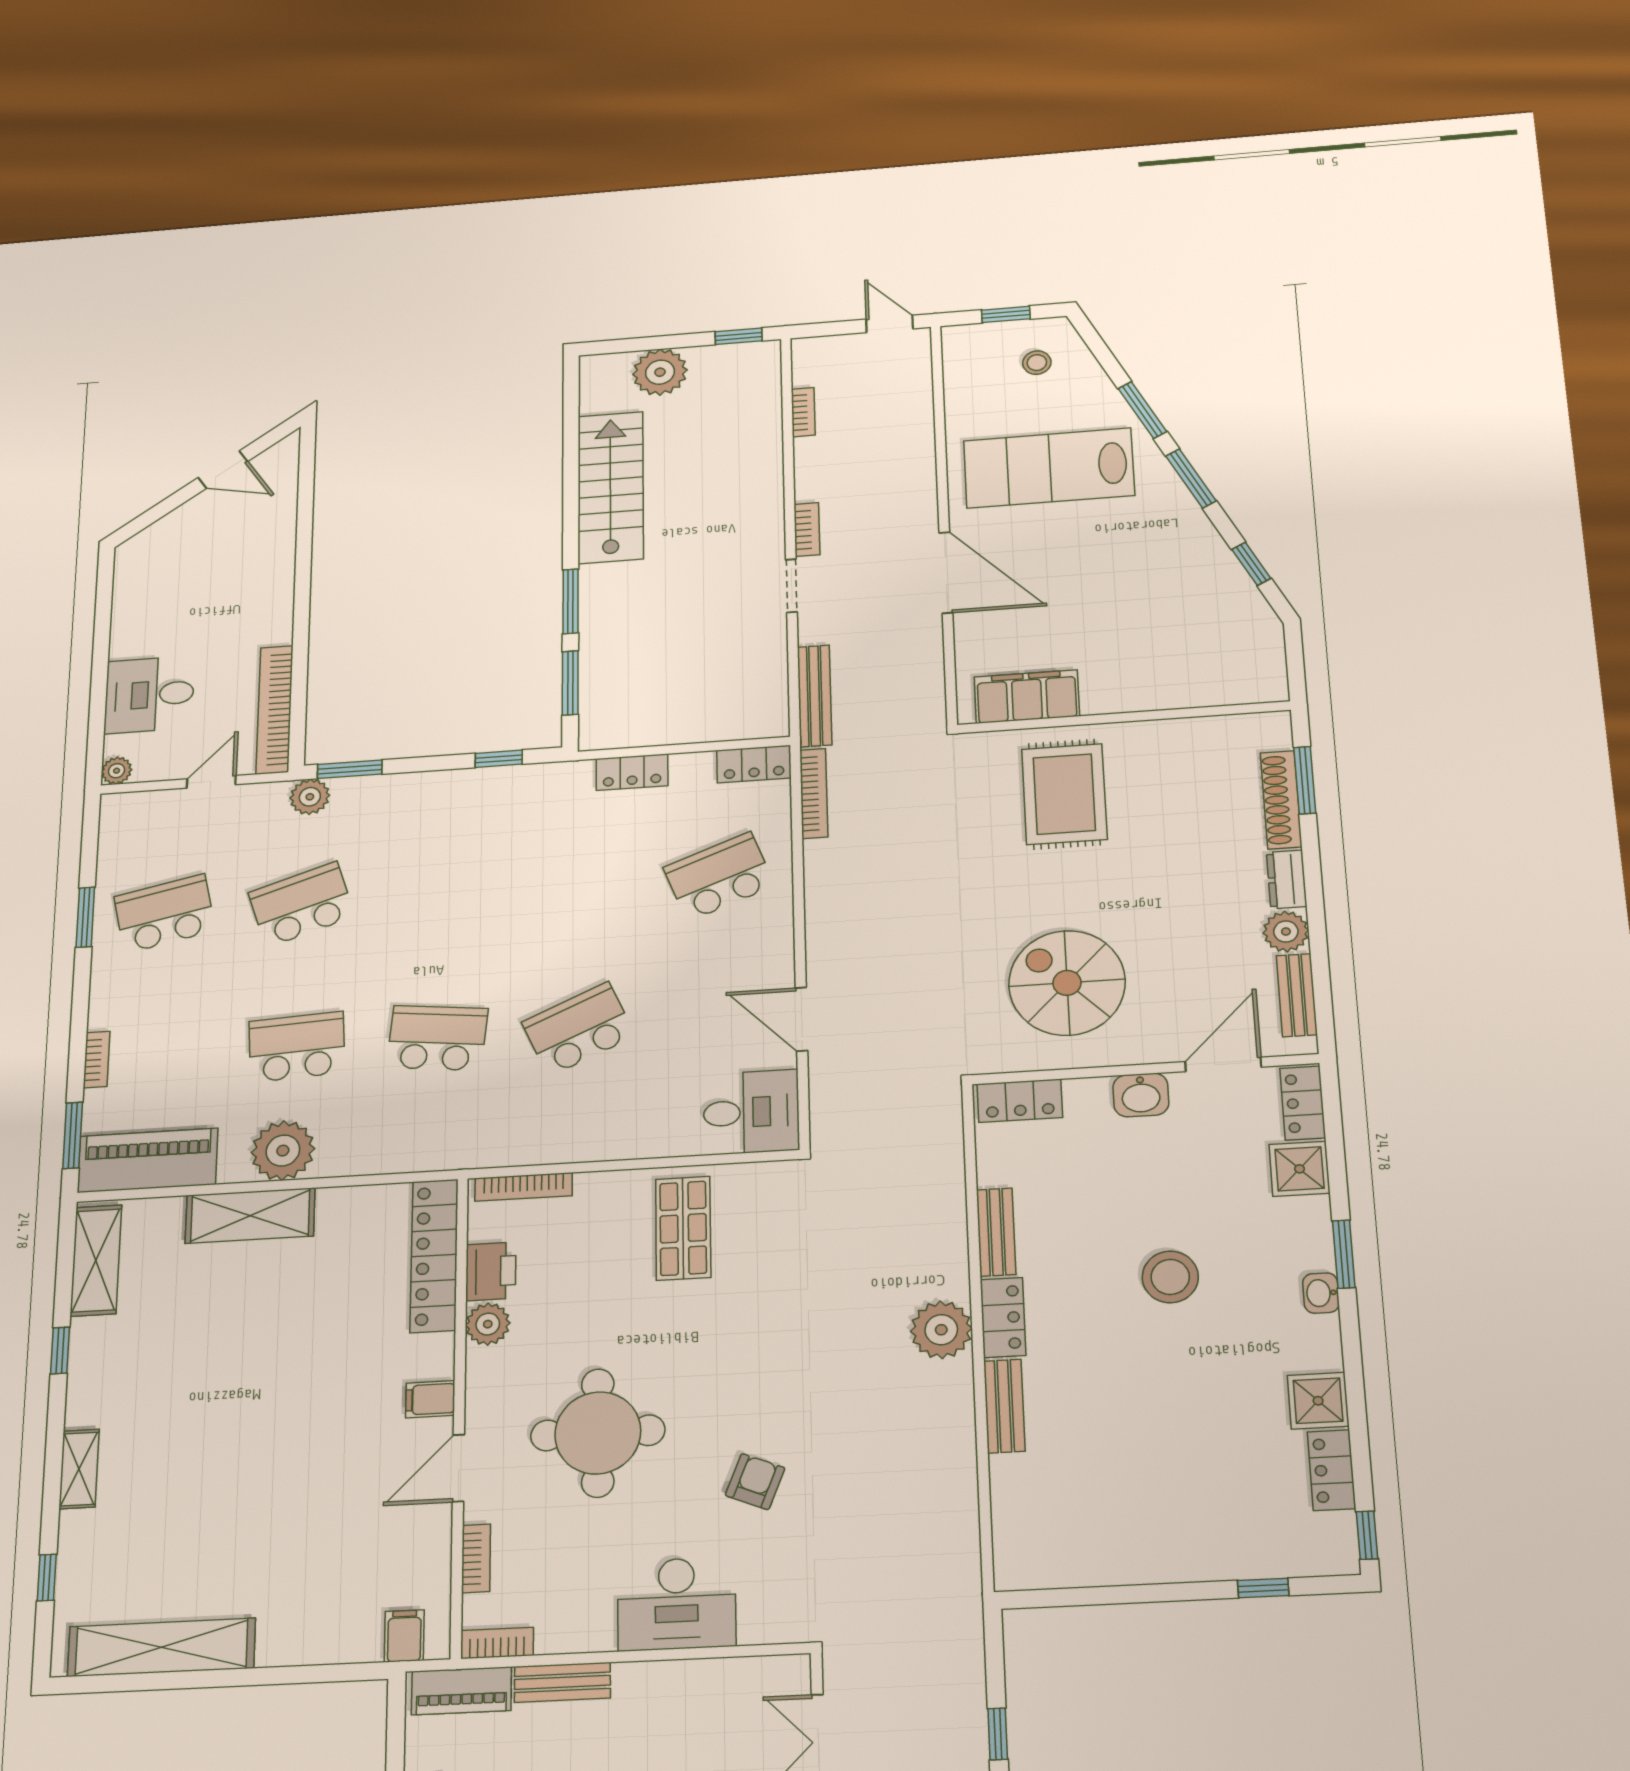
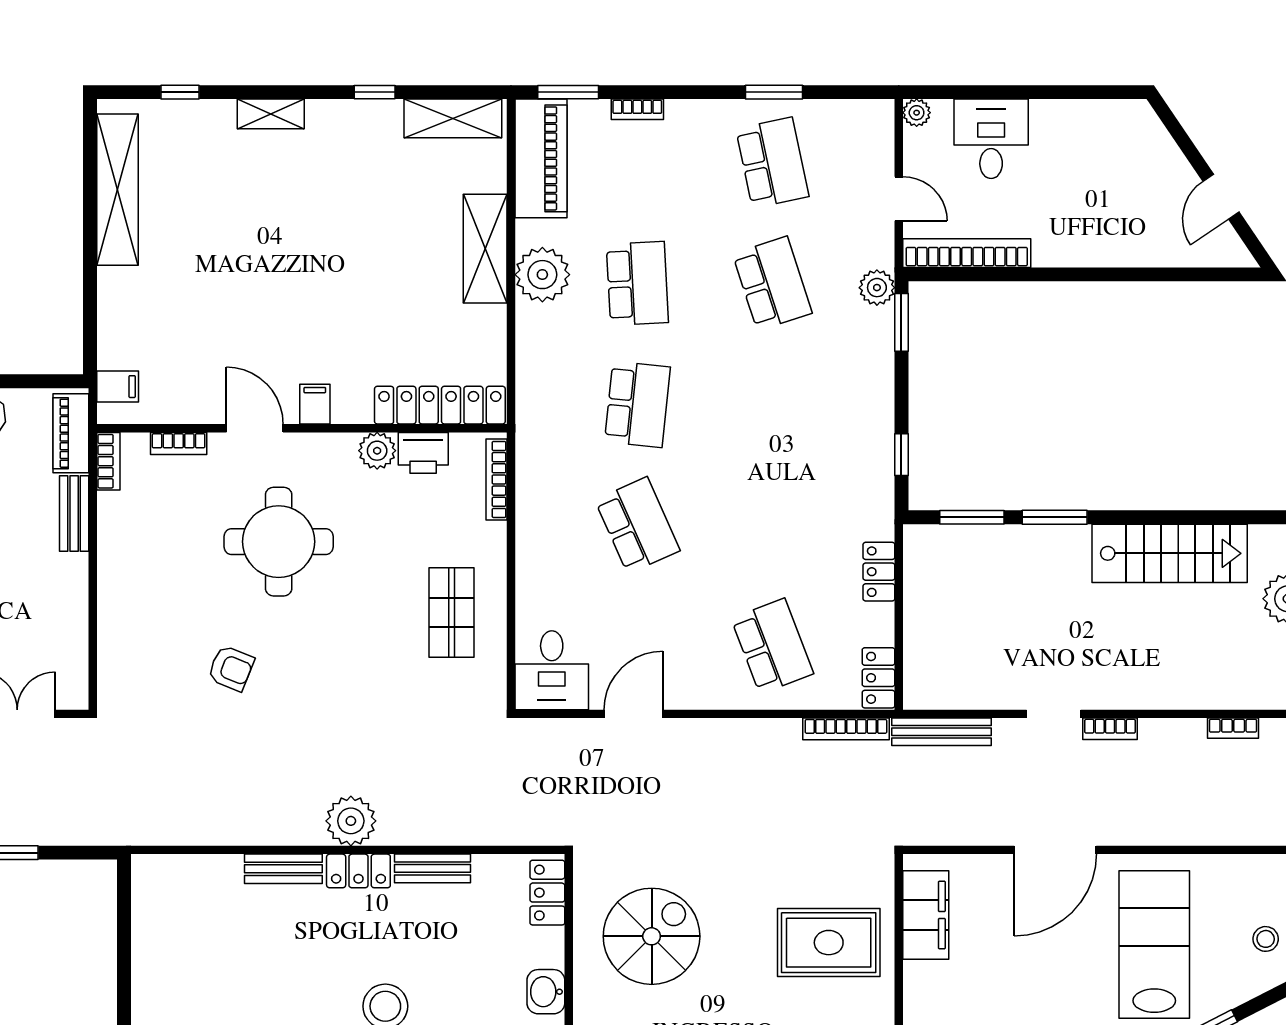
shop shelf: (683, 1228) -> (452, 612), turned 90
desk: (677, 1604) -> (133, 604), removed

